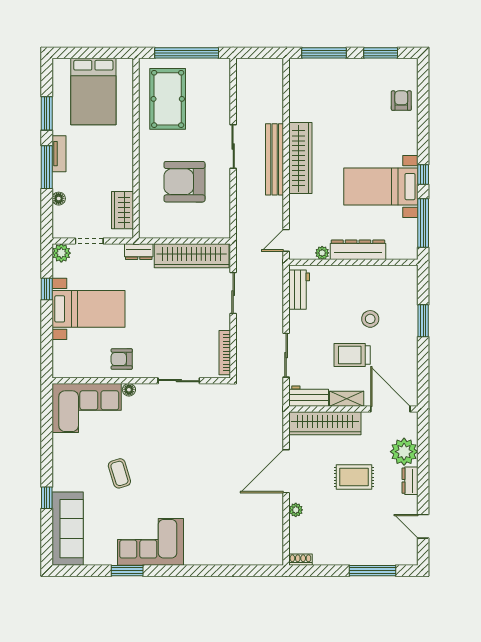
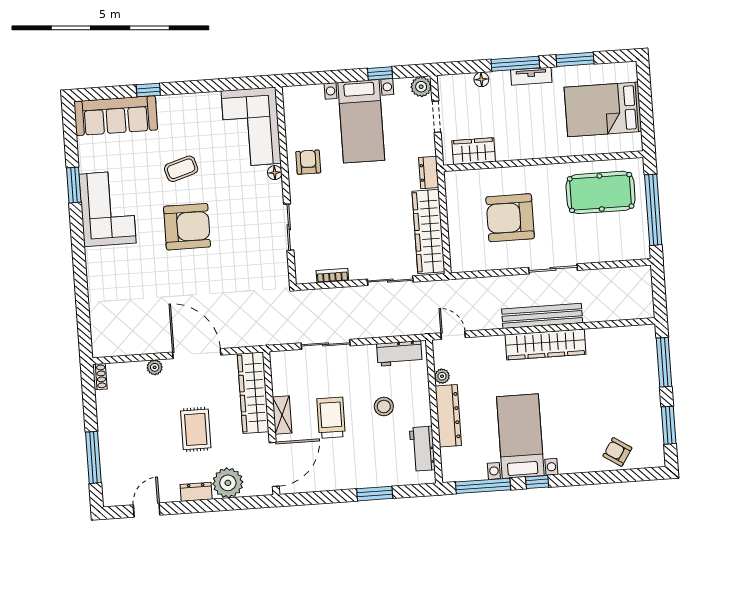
armchair: (401, 101) -> (617, 452), turned -147
armchair: (184, 182) -> (510, 218), turned -90
stool: (370, 319) -> (384, 407), moved
bookcase: (225, 353) -> (332, 275), width x0.64
workbench: (309, 396) -> (422, 449), moved, turned 180
armchair: (172, 472) -> (187, 227), added

